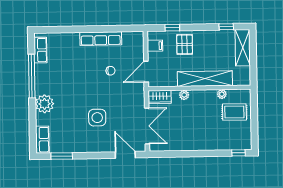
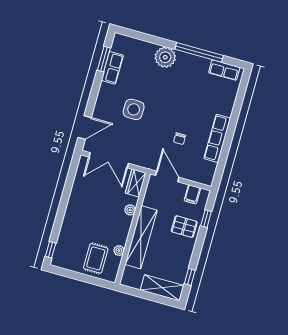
row of seats: (42, 140) -> (112, 68), moved, turned -90

